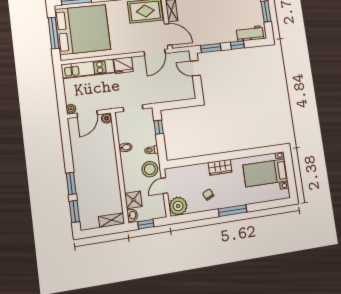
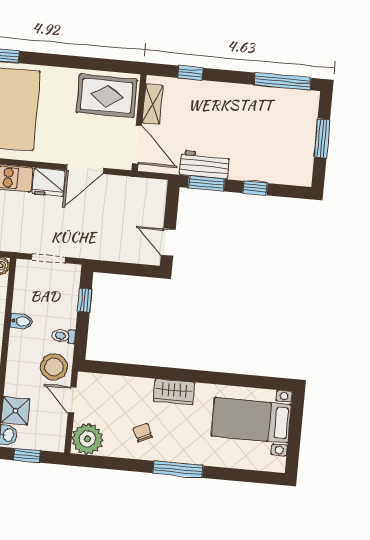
workbench: (250, 33) -> (205, 165), moved
door: (155, 52) -> (85, 169), moved
door: (195, 68) -> (168, 242), moved
door: (164, 186) -> (72, 400), hinge flipped

